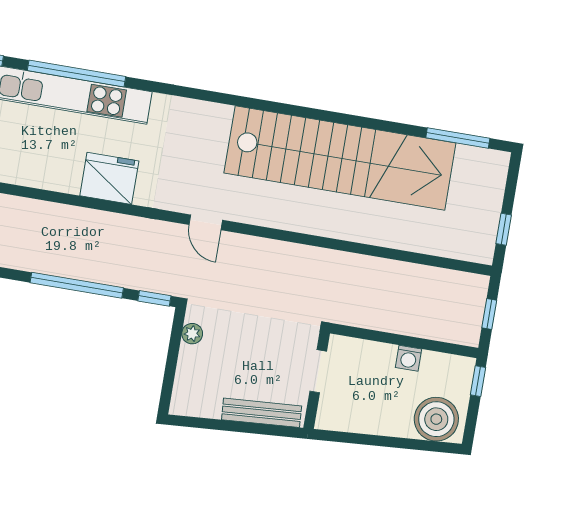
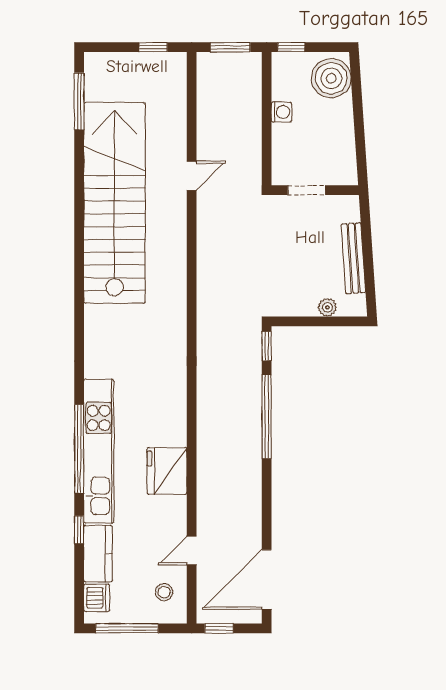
fridge: (109, 178) -> (167, 471), moved
door: (206, 222) -> (192, 176), moved
window: (489, 314) -> (230, 47), width x1.50
plant: (192, 334) -> (327, 307), moved
bench: (262, 413) -> (353, 258), moved

